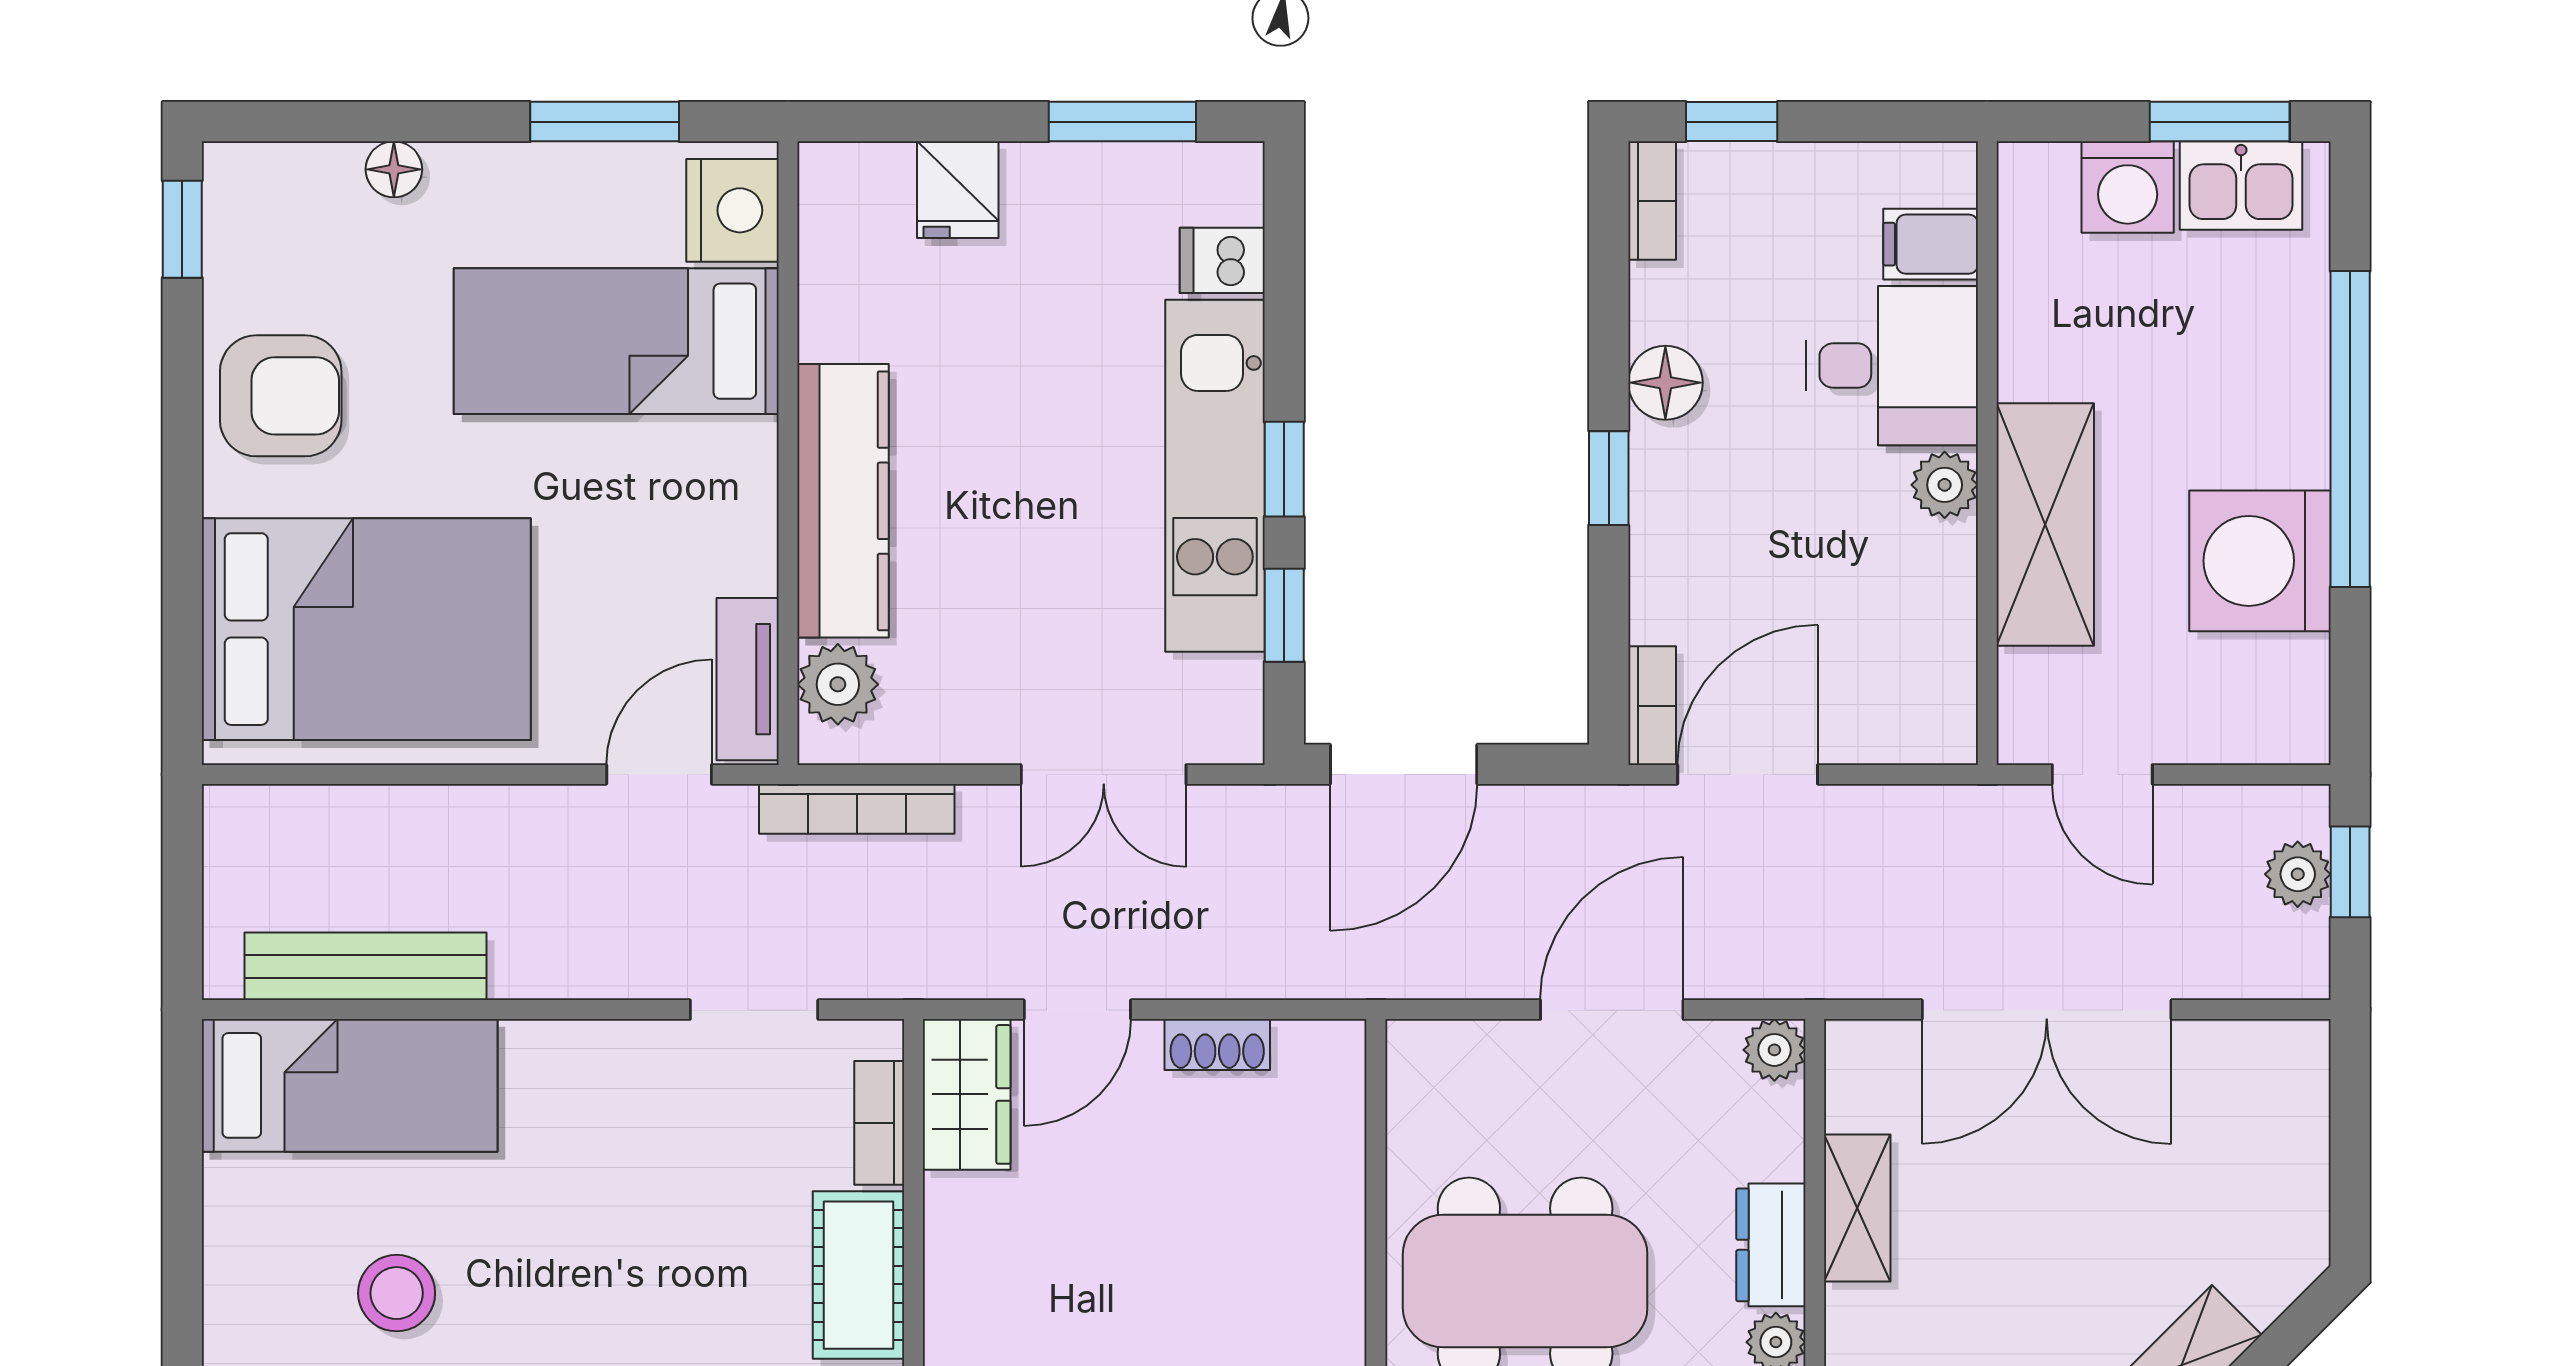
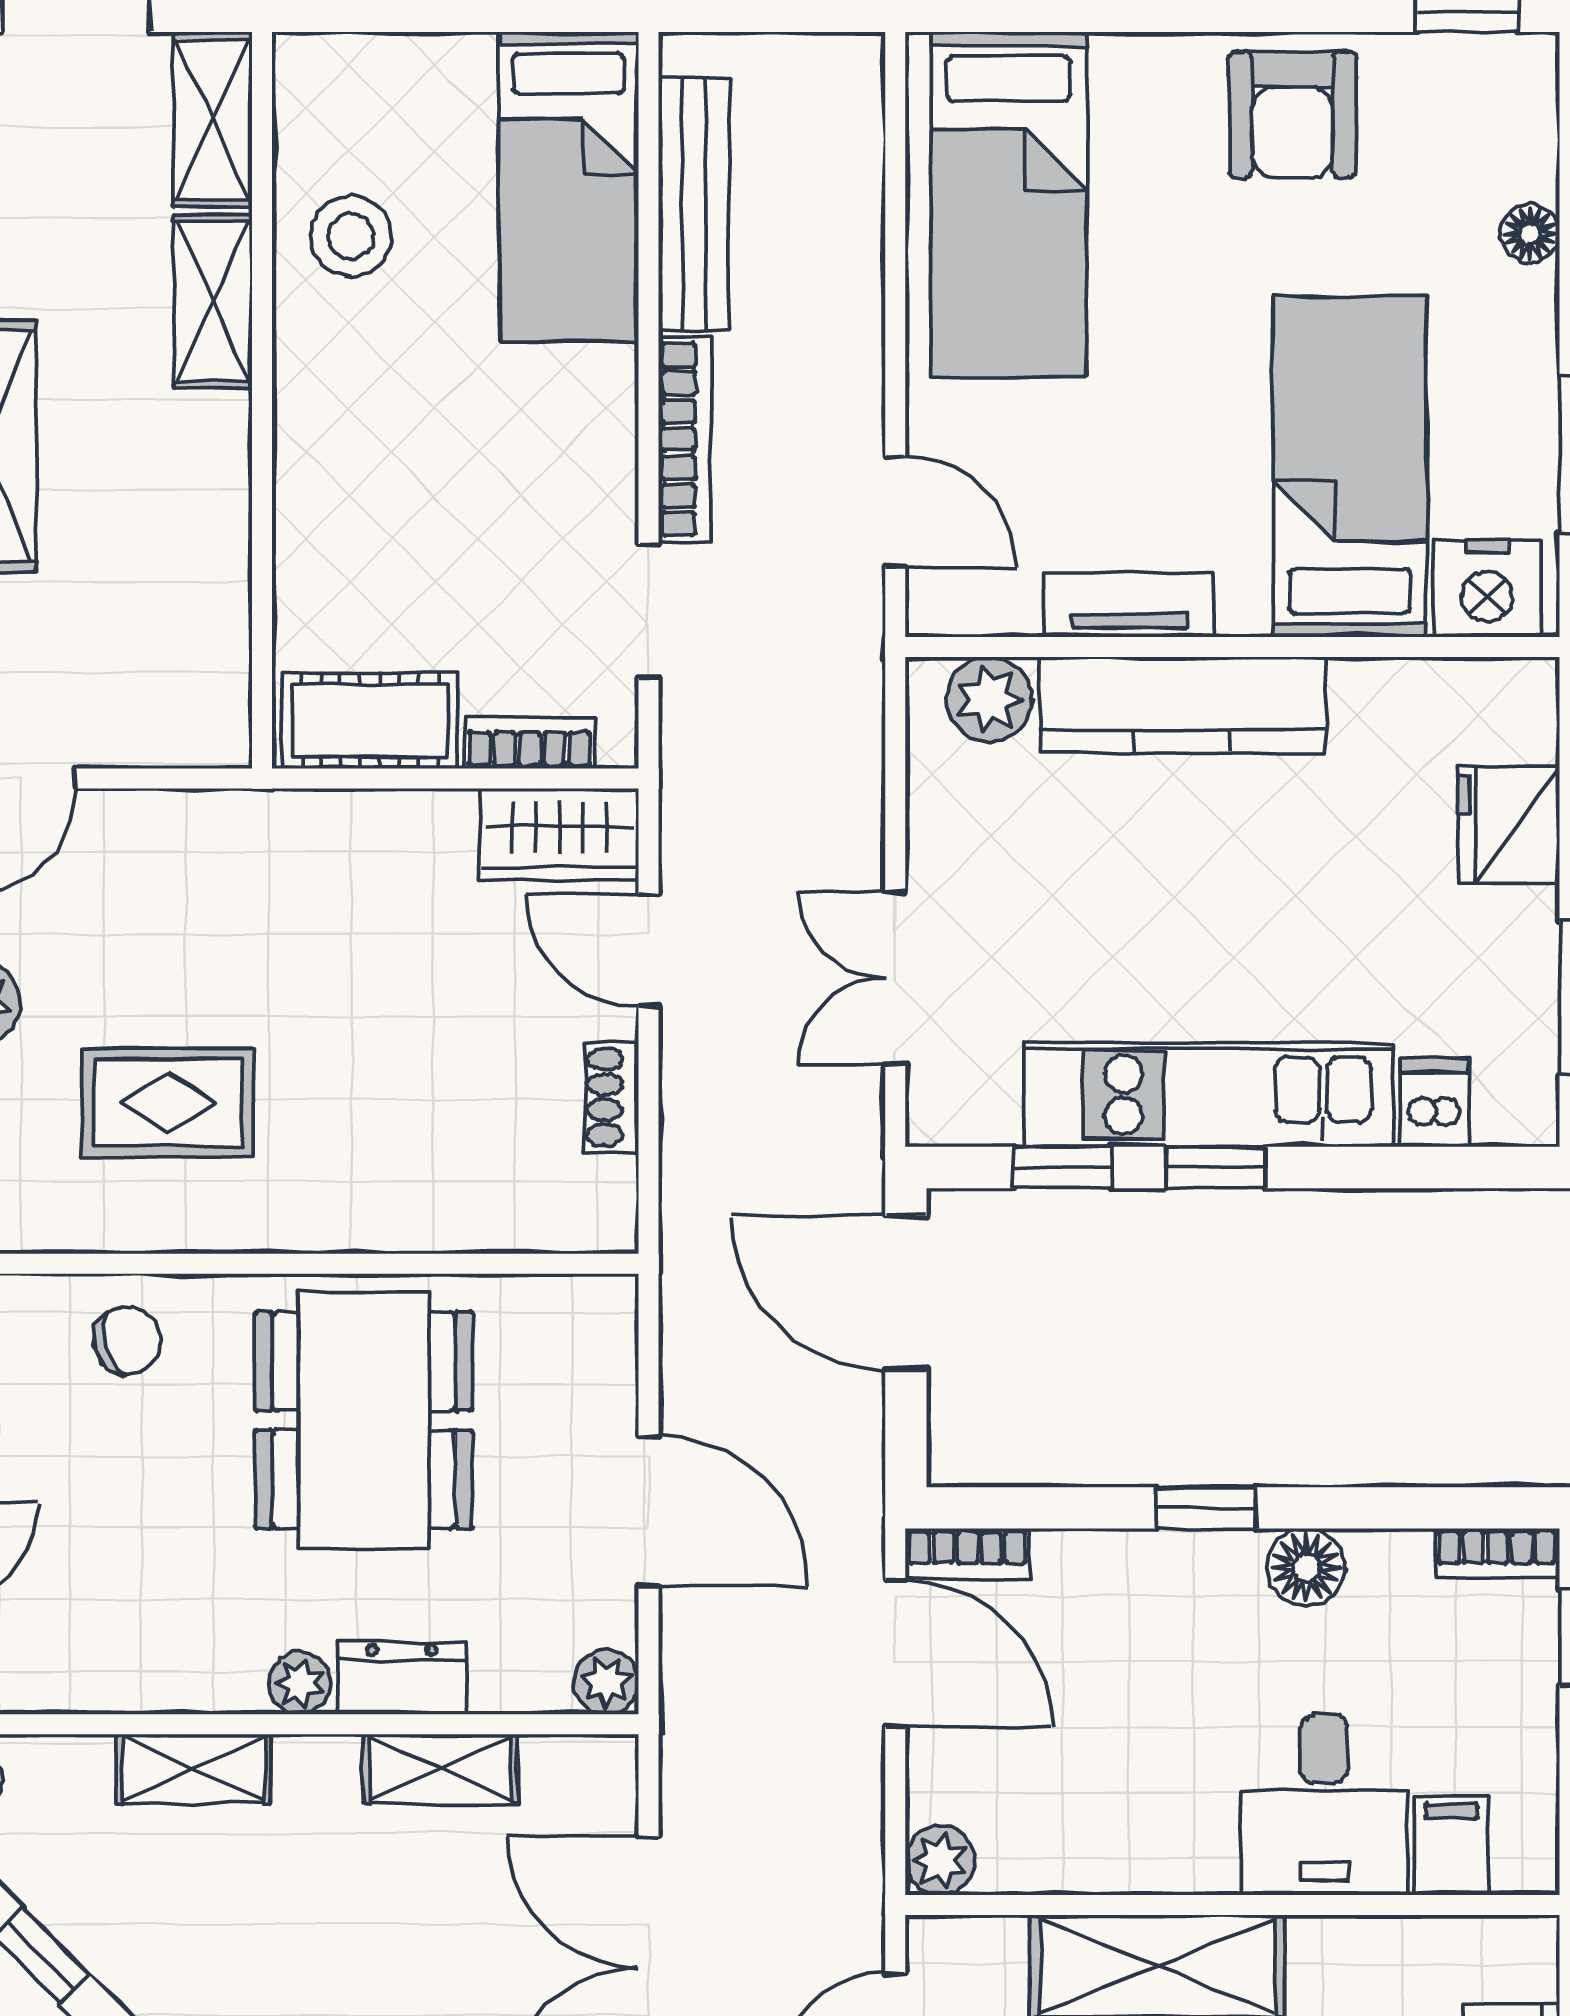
fridge: (958, 190) -> (1509, 825), width x1.38
plant: (1945, 485) -> (940, 1860), moved
bed: (366, 629) -> (1009, 204), width x0.67
tv unit: (748, 679) -> (1129, 605), moved
bookcase: (857, 809) -> (685, 440), moved, turned 180

